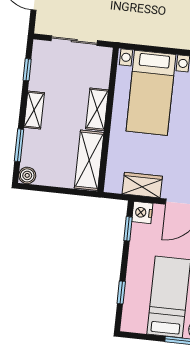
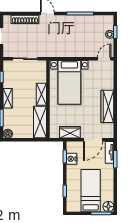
nightstand: (142, 212) -> (72, 159), moved

